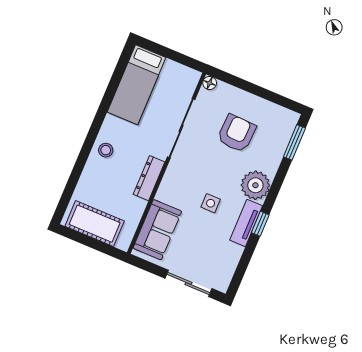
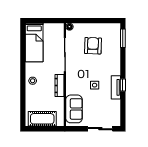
plant: (255, 185) -> (113, 67), removed

